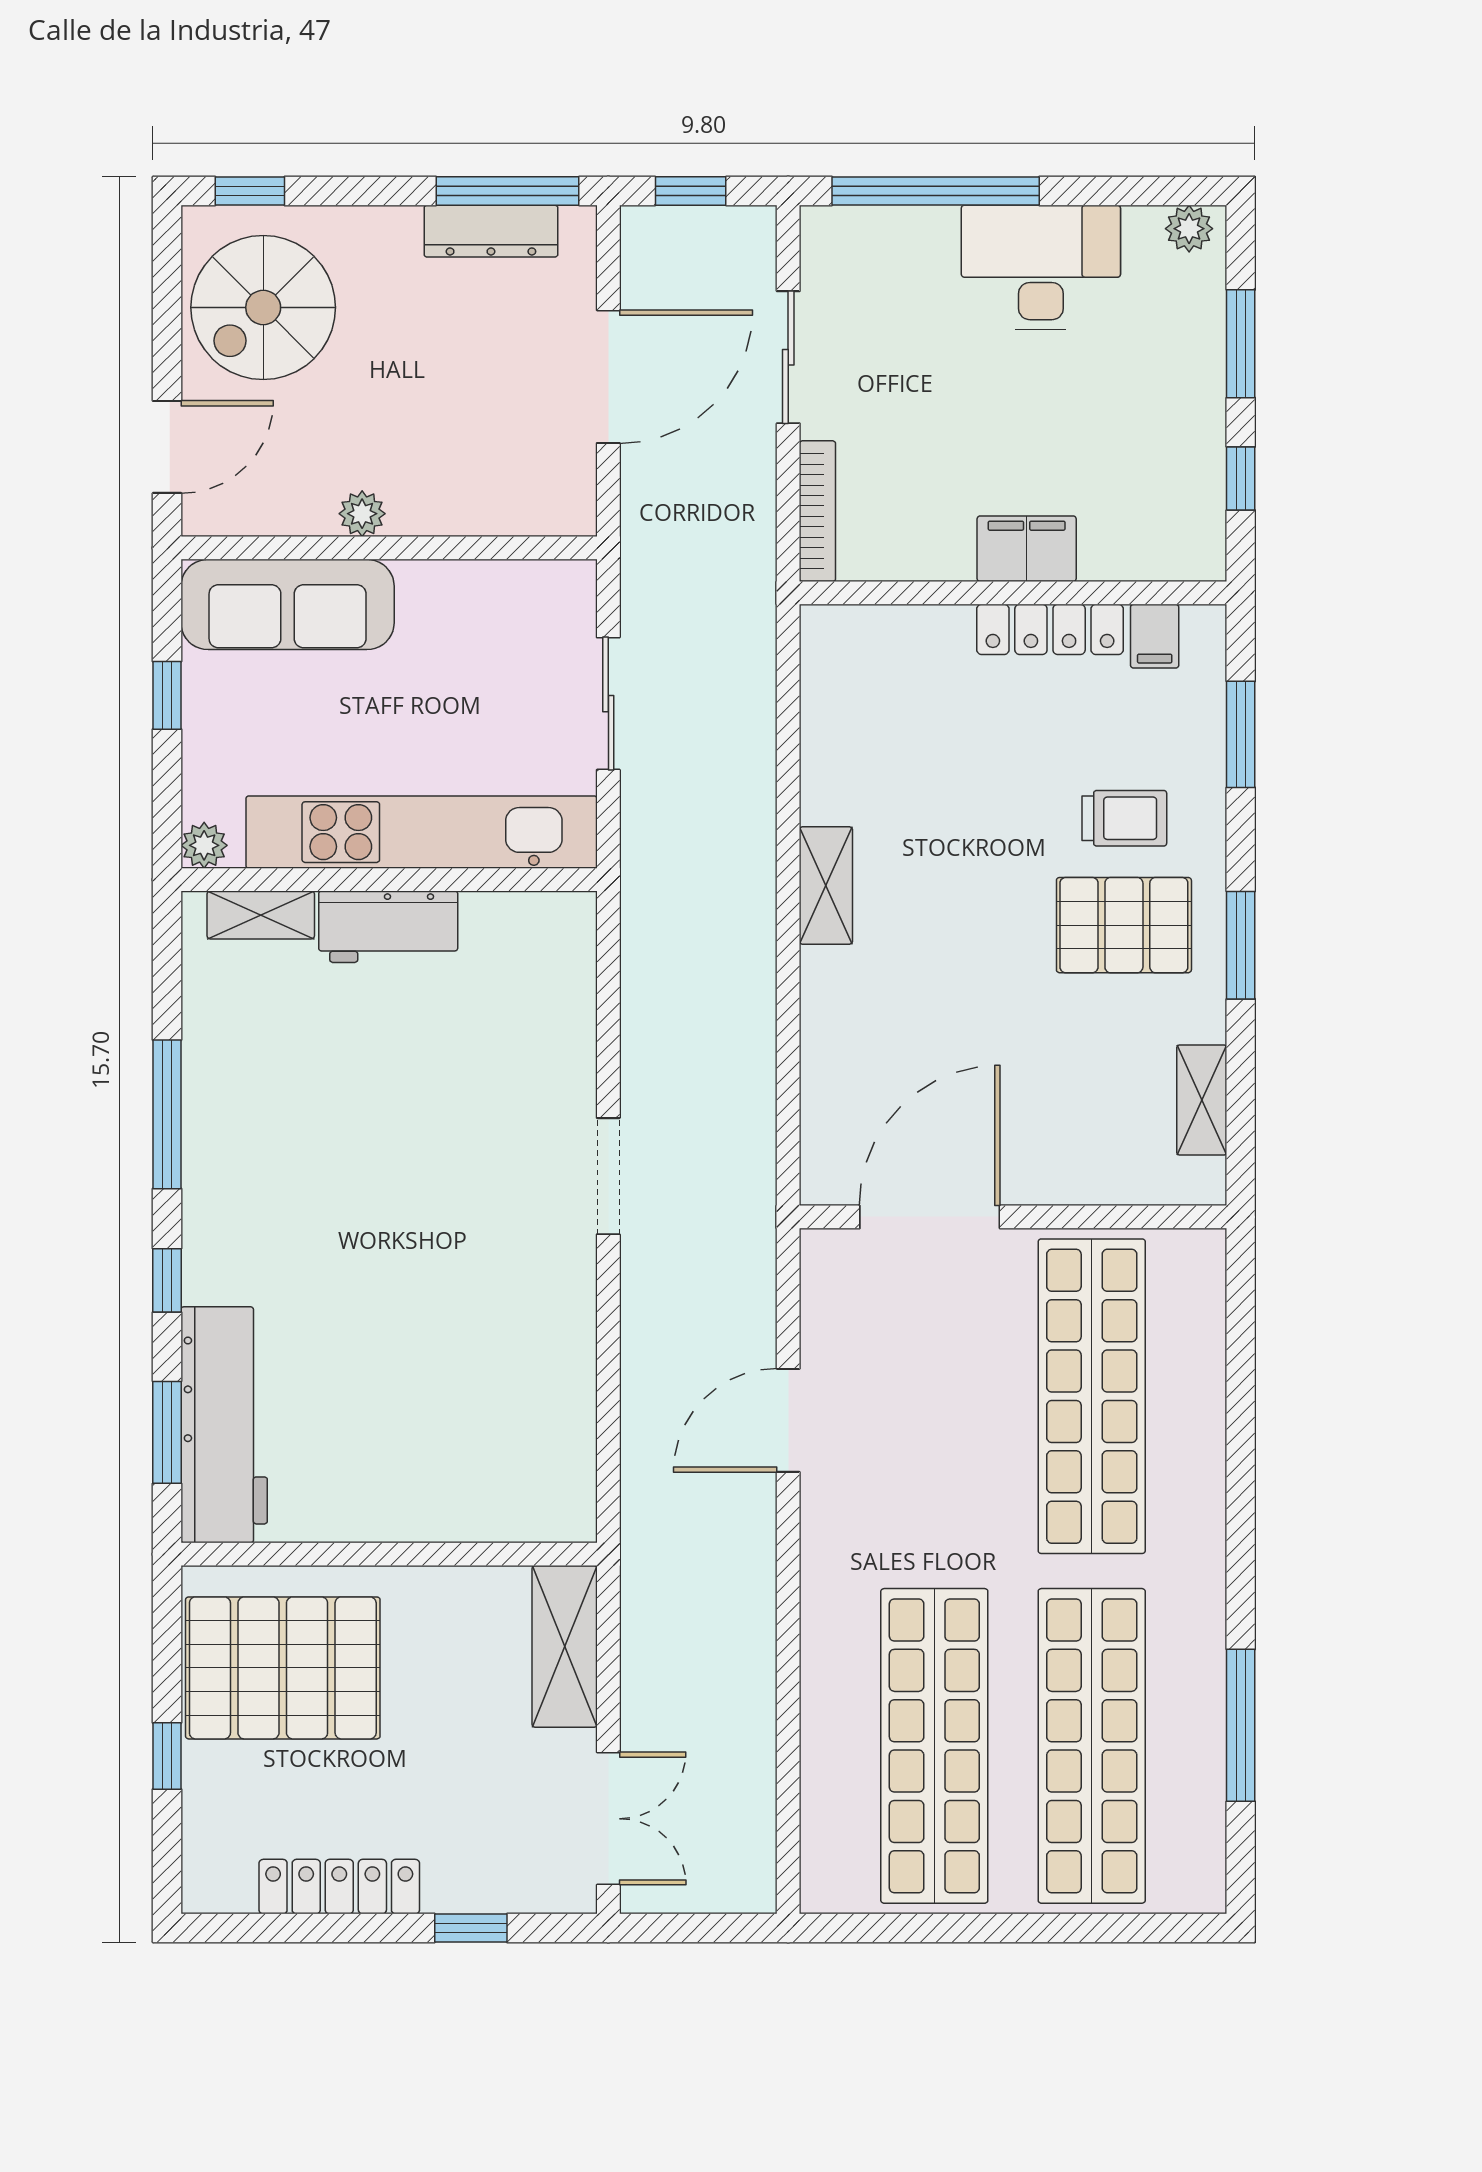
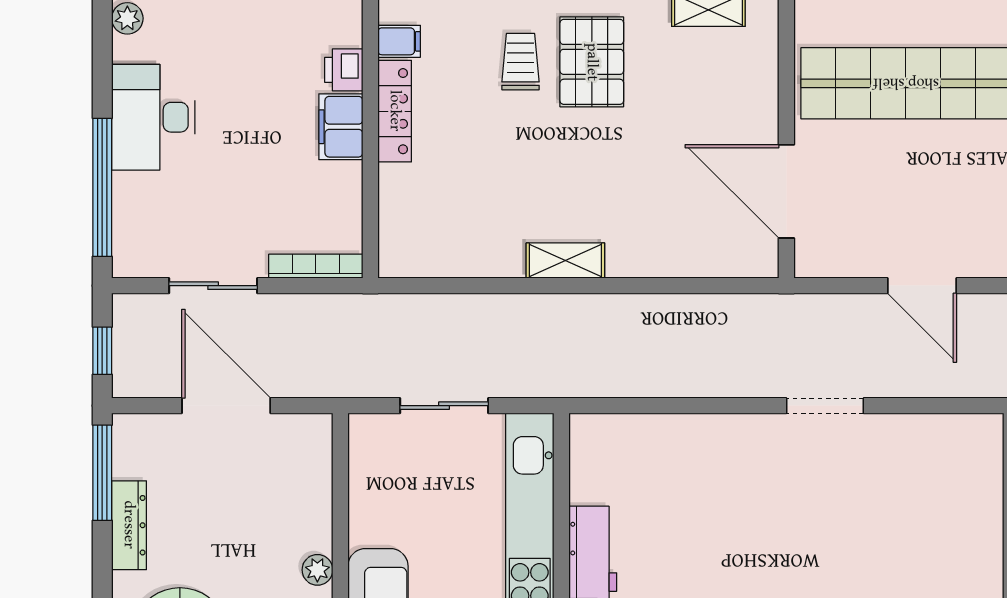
dresser: (491, 231) -> (129, 525), moved
printer: (1112, 553) -> (344, 70), added
doorway: (608, 1176) -> (825, 406), moved

